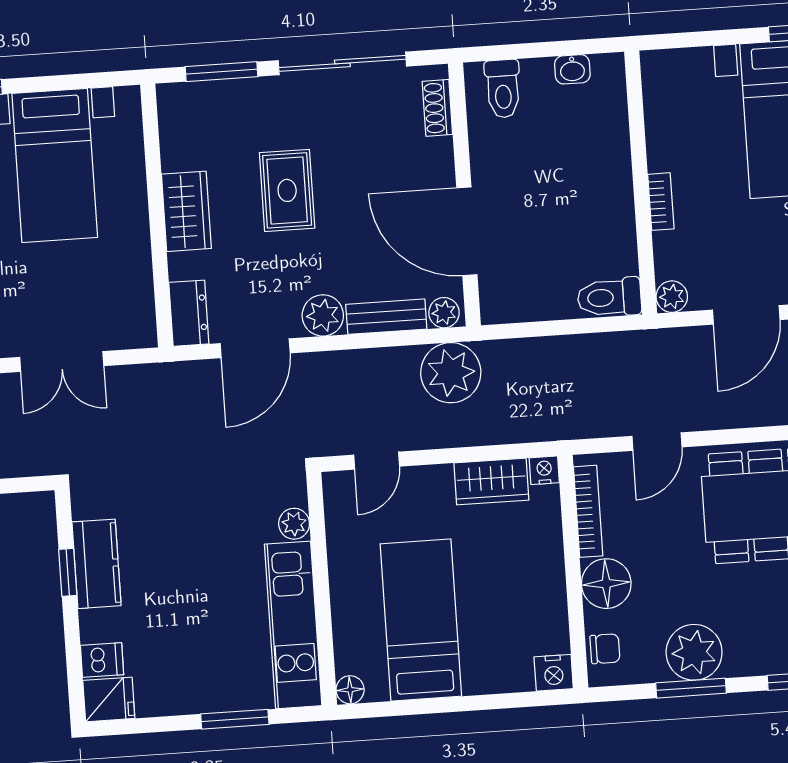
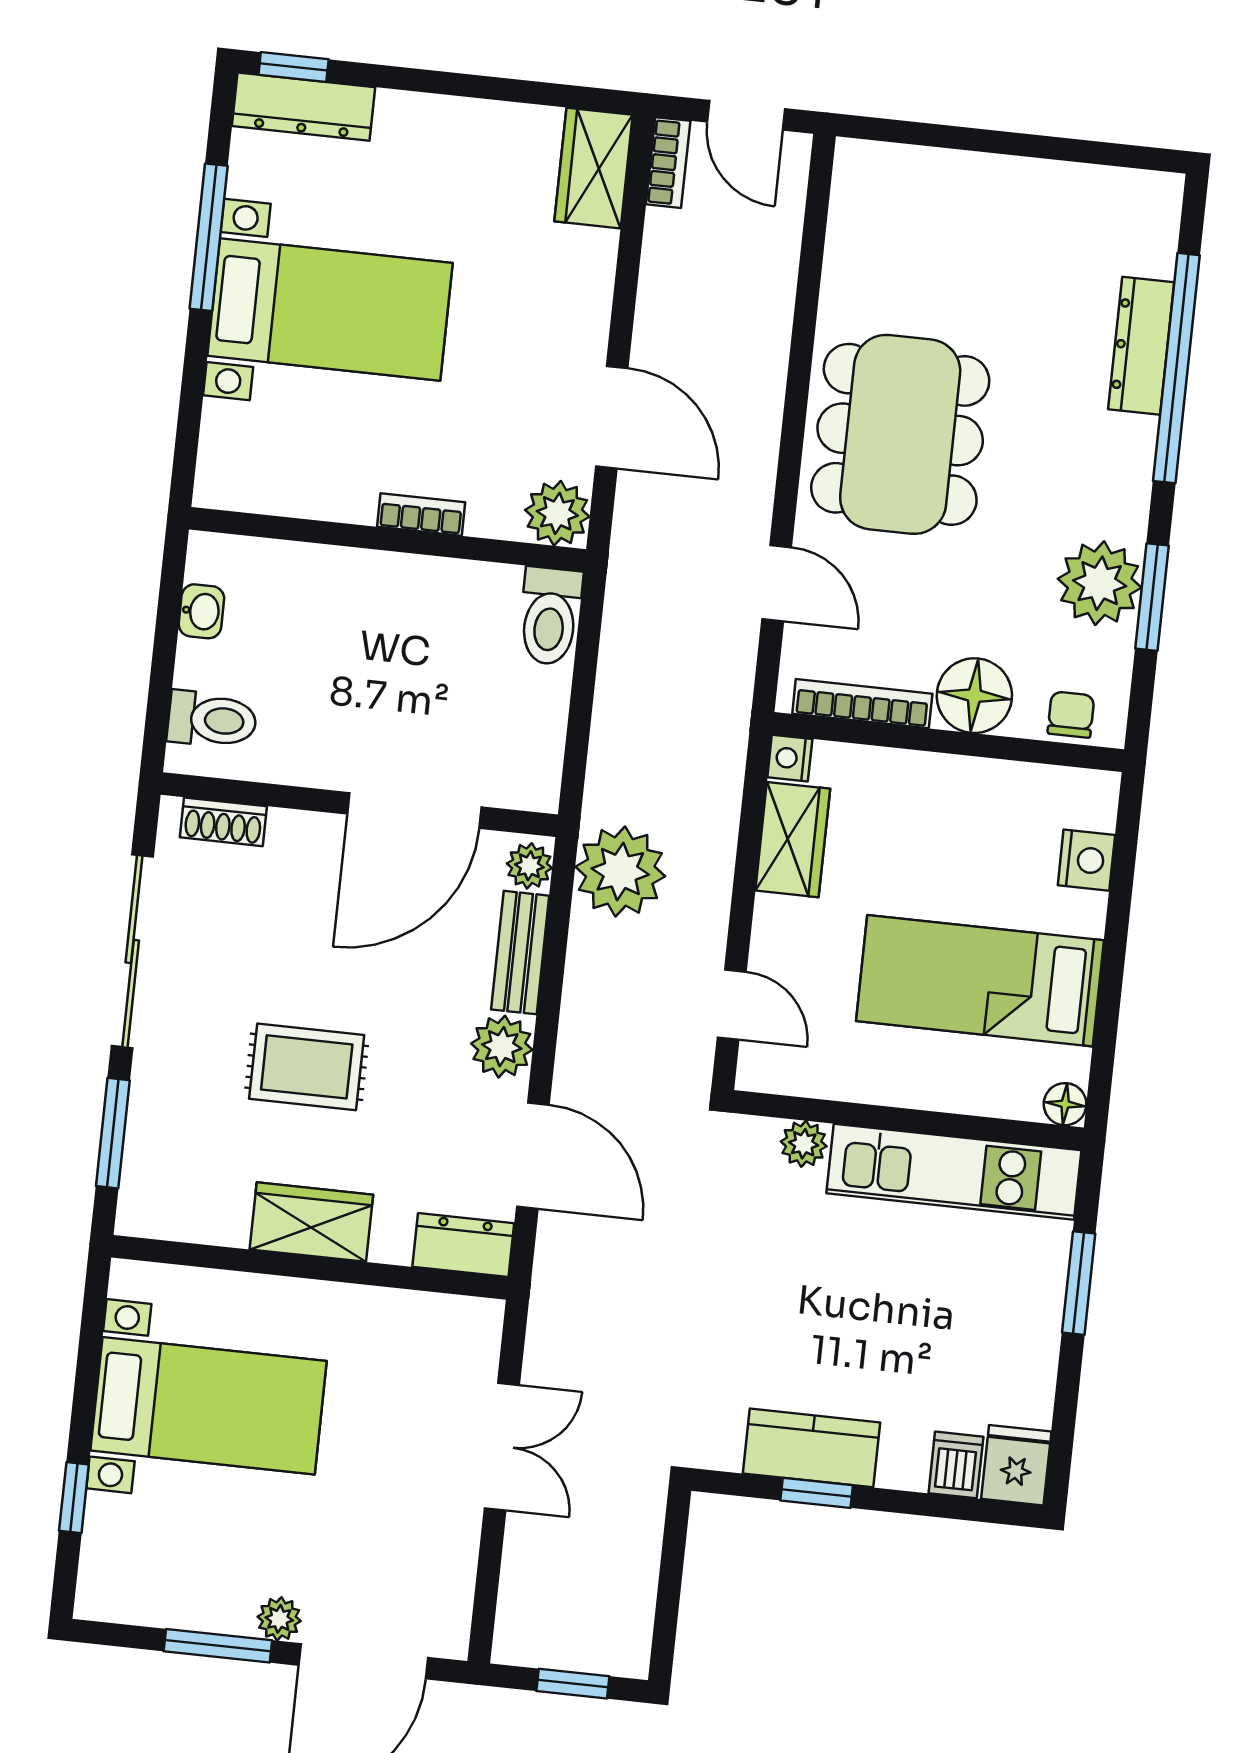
plant: (672, 297) -> (557, 513), width x1.38, depth x1.38
nightstand: (554, 673) -> (1086, 860), moved

